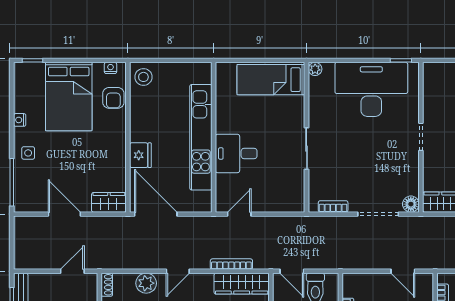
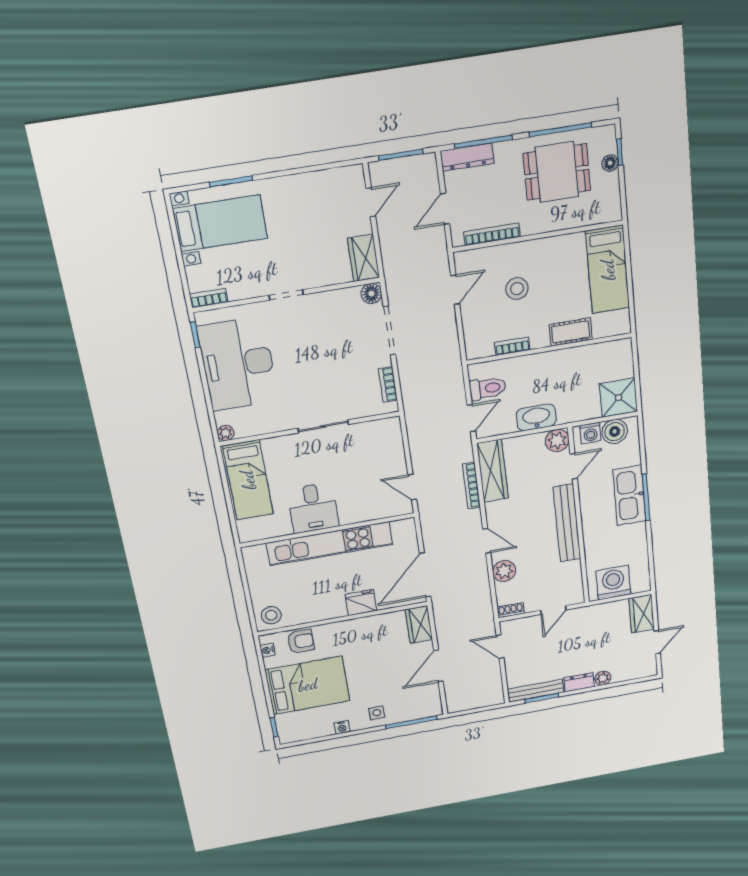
bookcase: (428, 77) -> (209, 298), added
desk: (236, 153) -> (313, 508), moved

